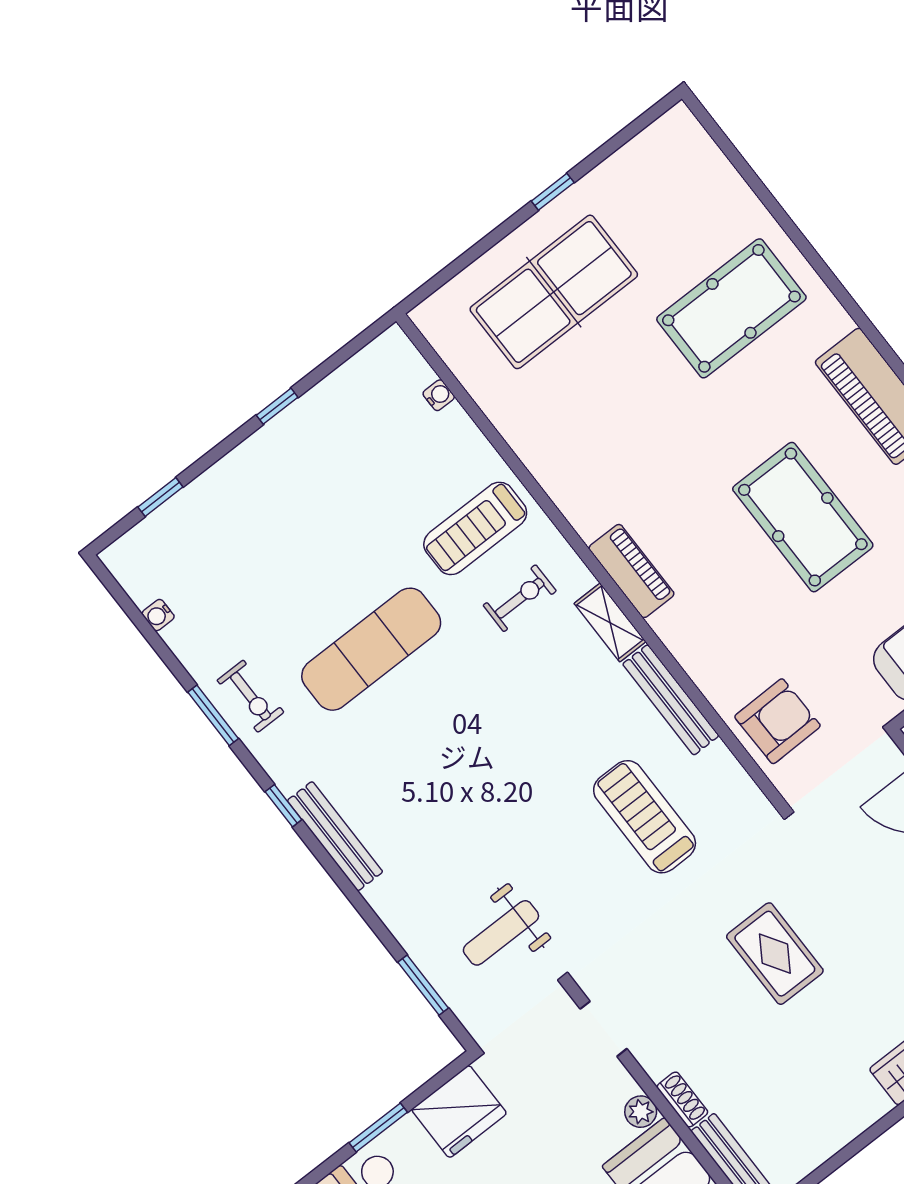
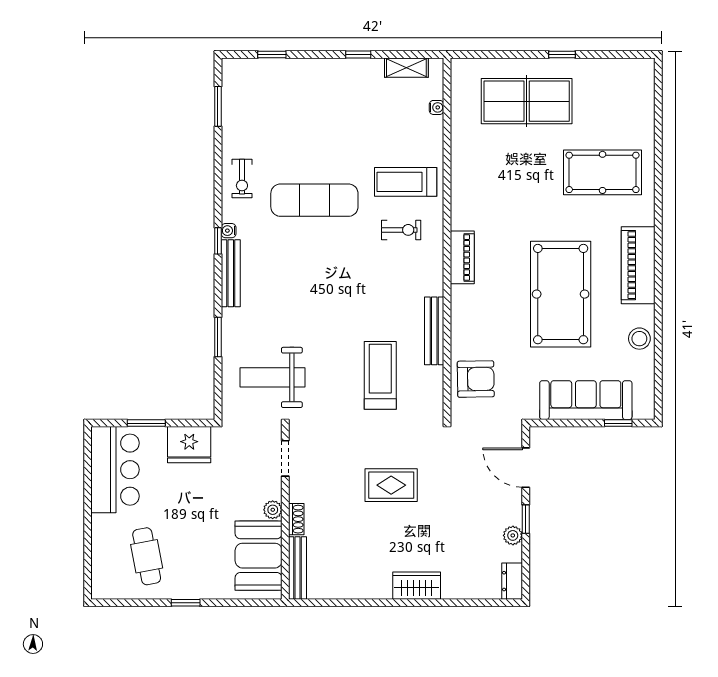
pool table: (803, 517) -> (561, 294), width x1.36, depth x1.32
water cooler: (158, 615) -> (229, 231), moved
shelving: (610, 622) -> (406, 68), moved, turned 90
window: (213, 715) -> (218, 106), moved
weight bench: (501, 933) -> (272, 377), width x1.36, depth x1.33
rug: (775, 954) -> (391, 485), turned 90
window: (423, 985) -> (218, 337), moved

